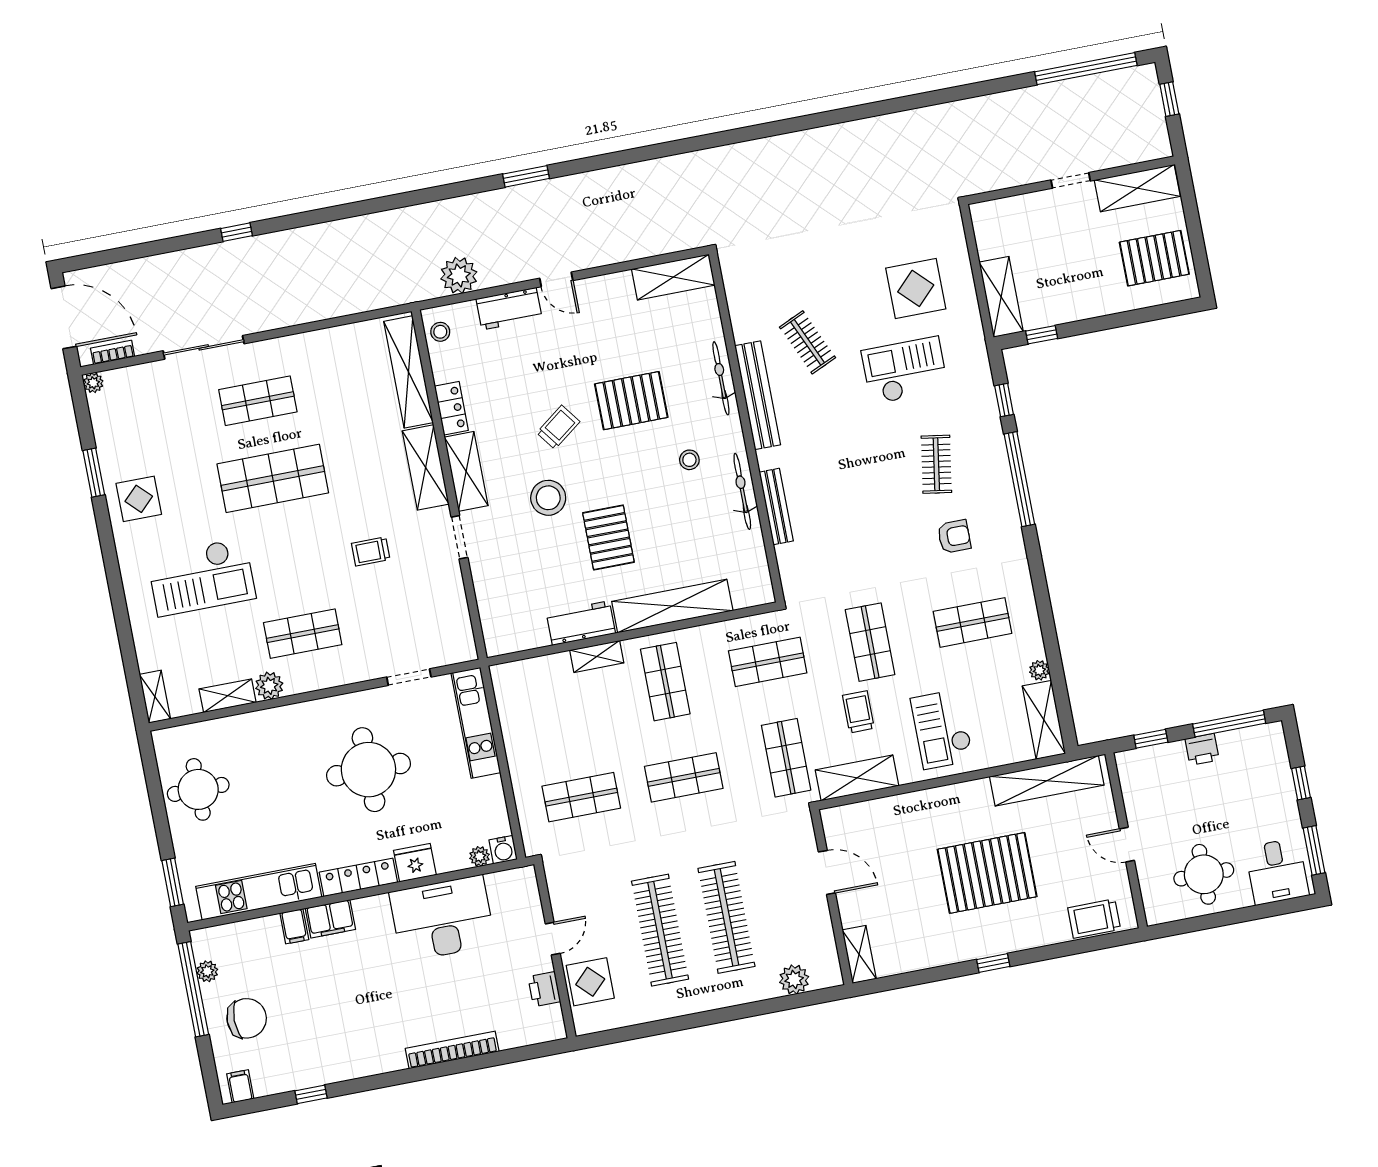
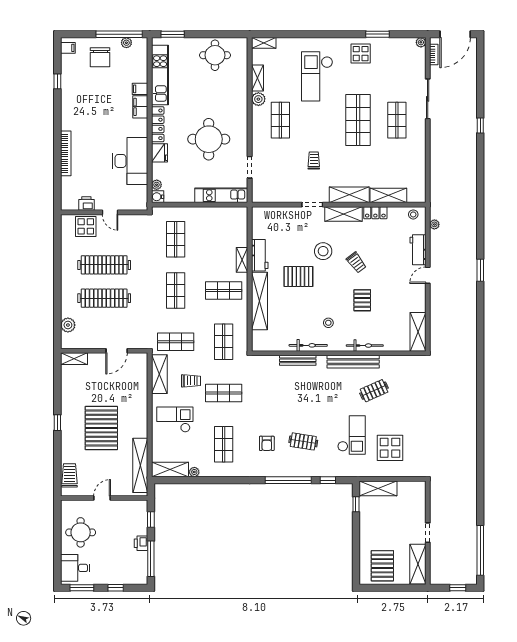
plant: (459, 275) -> (434, 224), width x0.53, depth x0.53
shelving: (409, 372) -> (388, 195), width x0.68
pallet: (631, 401) -> (362, 300), width x0.67, depth x0.71

